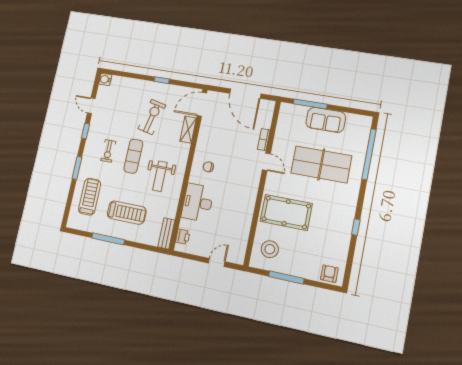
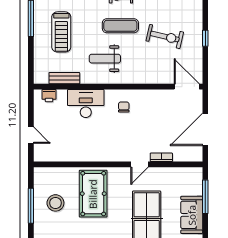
shelving: (188, 130) -> (158, 78), removed
bench: (166, 233) -> (64, 78), moved
stool: (270, 249) -> (55, 203), moved

